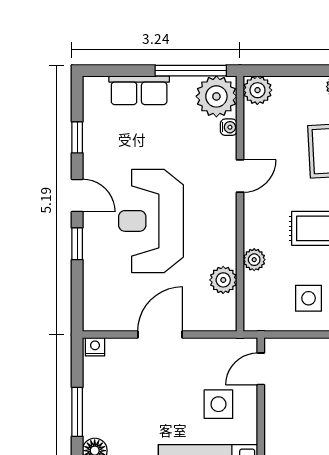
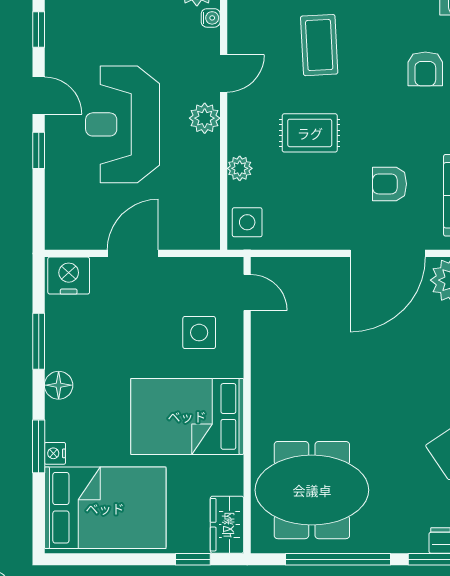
plant: (223, 280) -> (205, 118), moved
side table: (309, 298) -> (247, 222), moved
nightstand: (95, 347) -> (69, 276), width x1.89, depth x1.79
door: (261, 369) -> (247, 293), swing flipped

